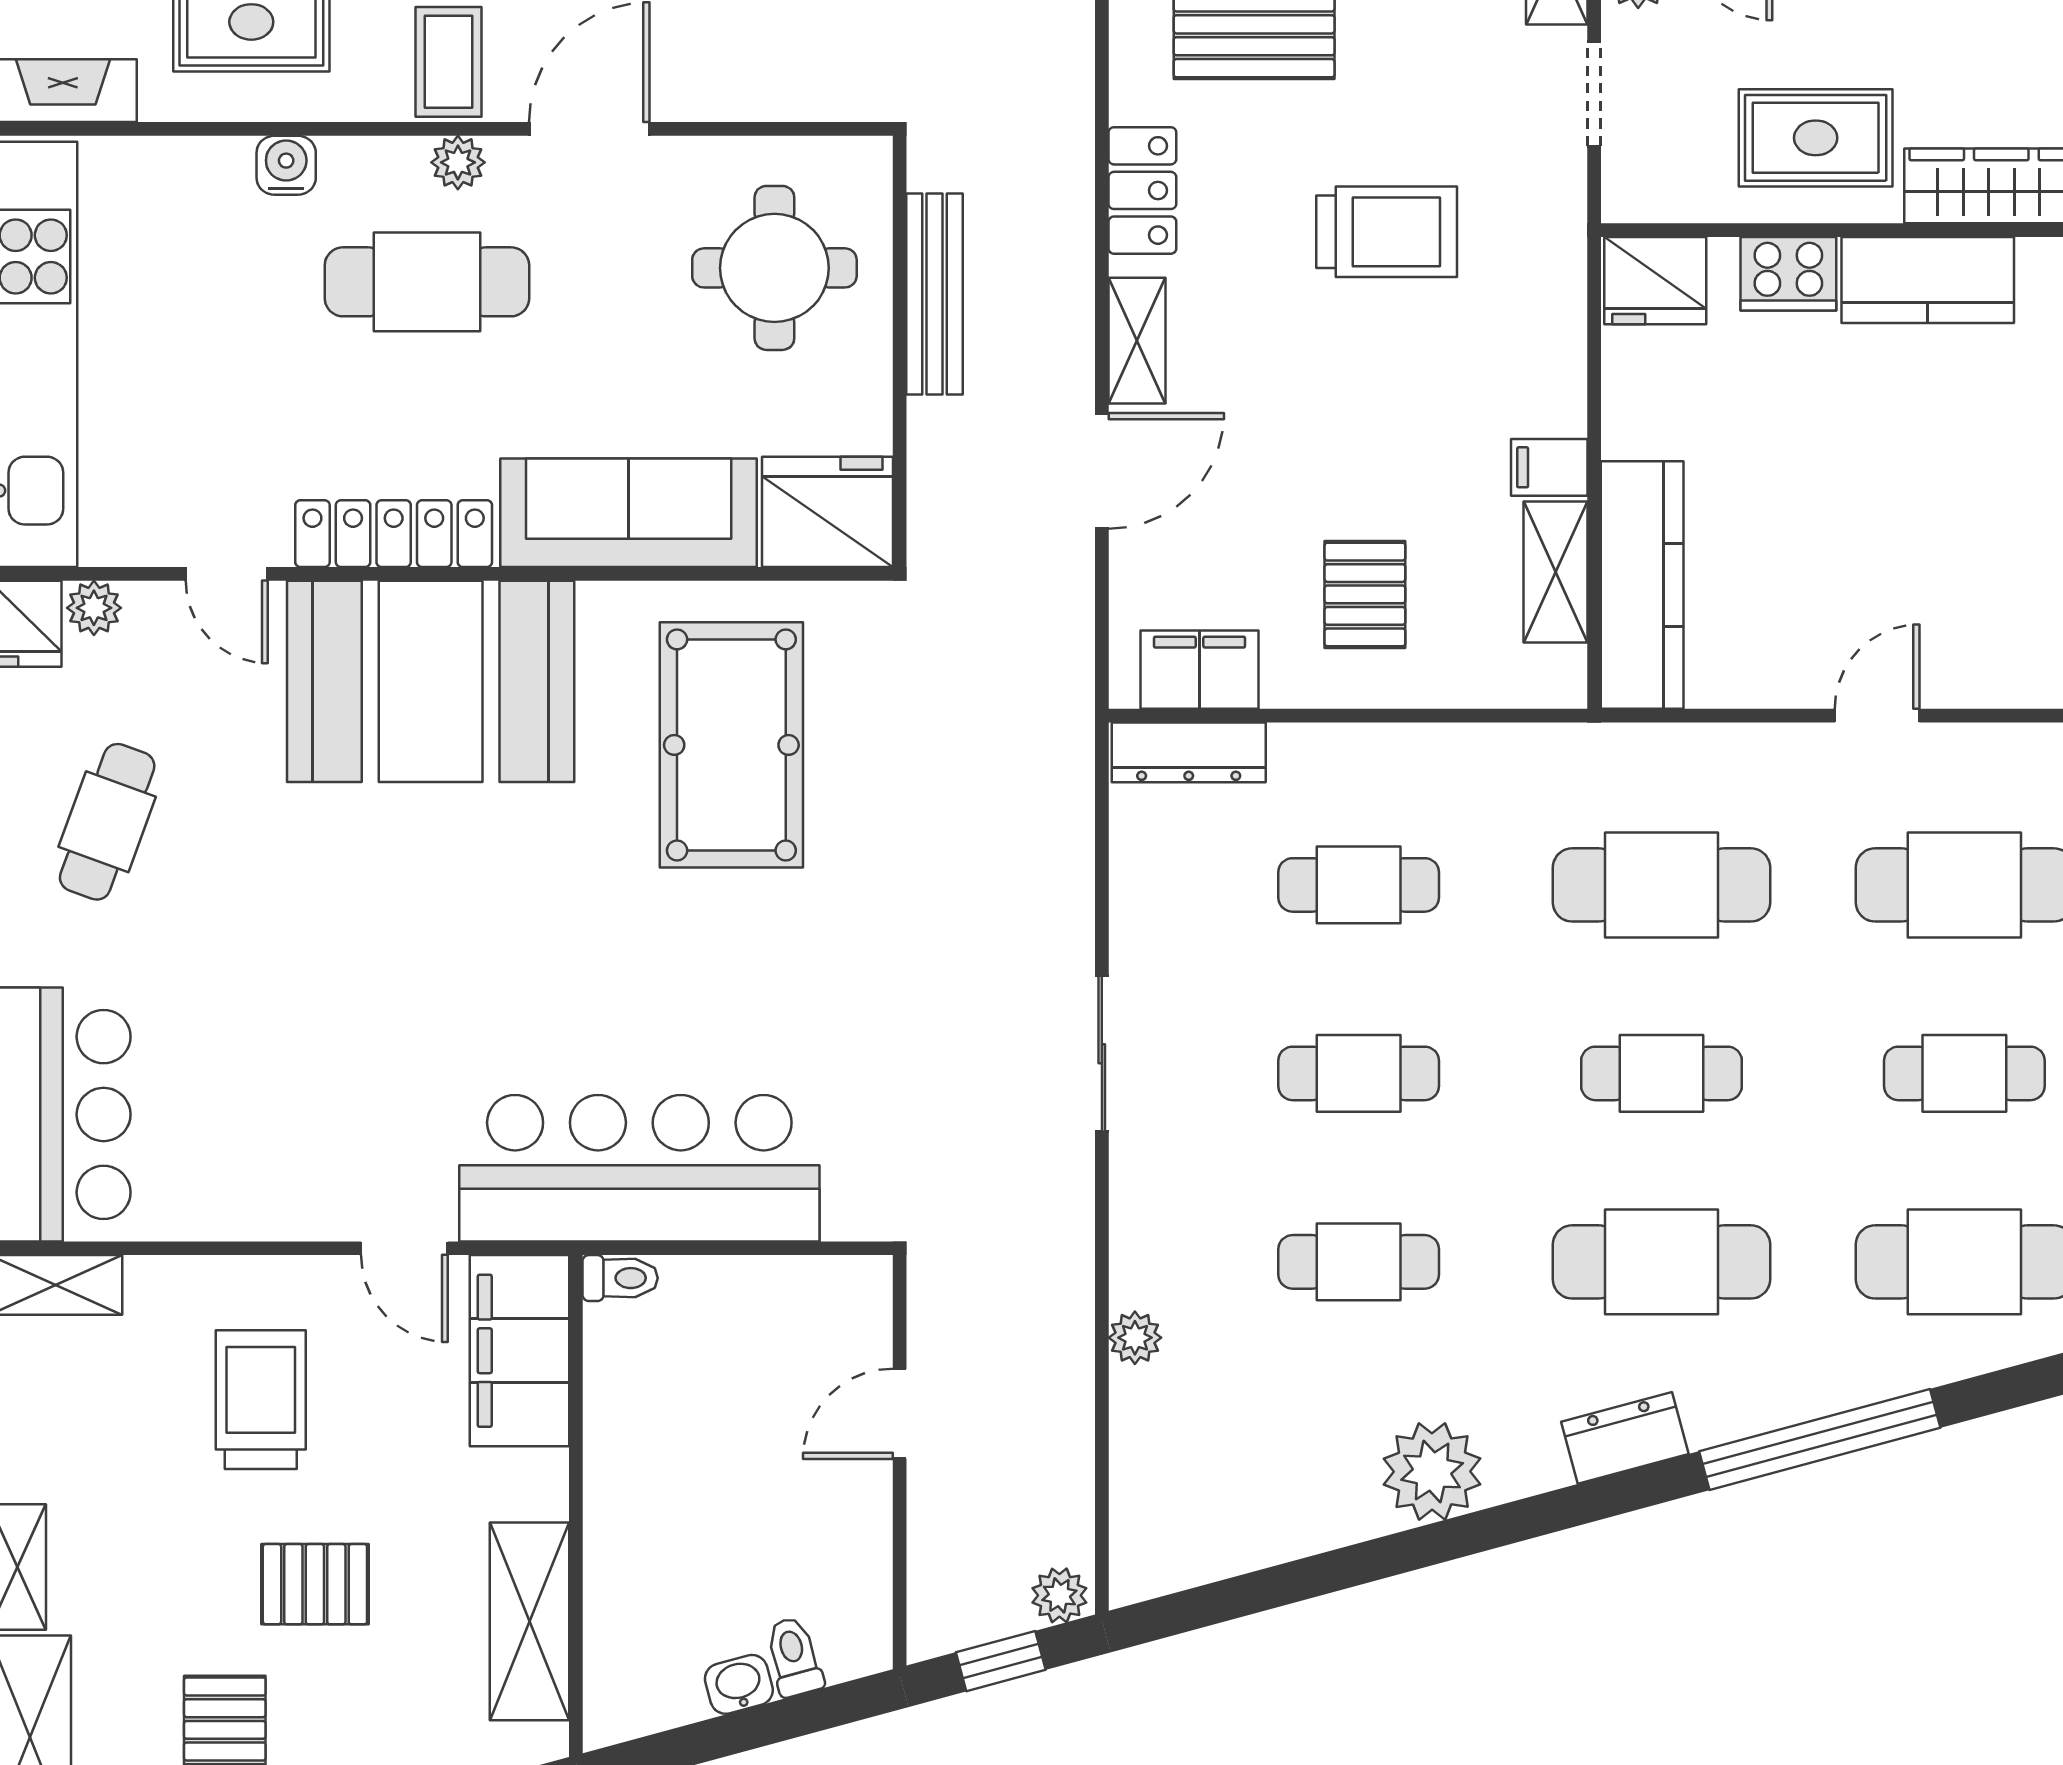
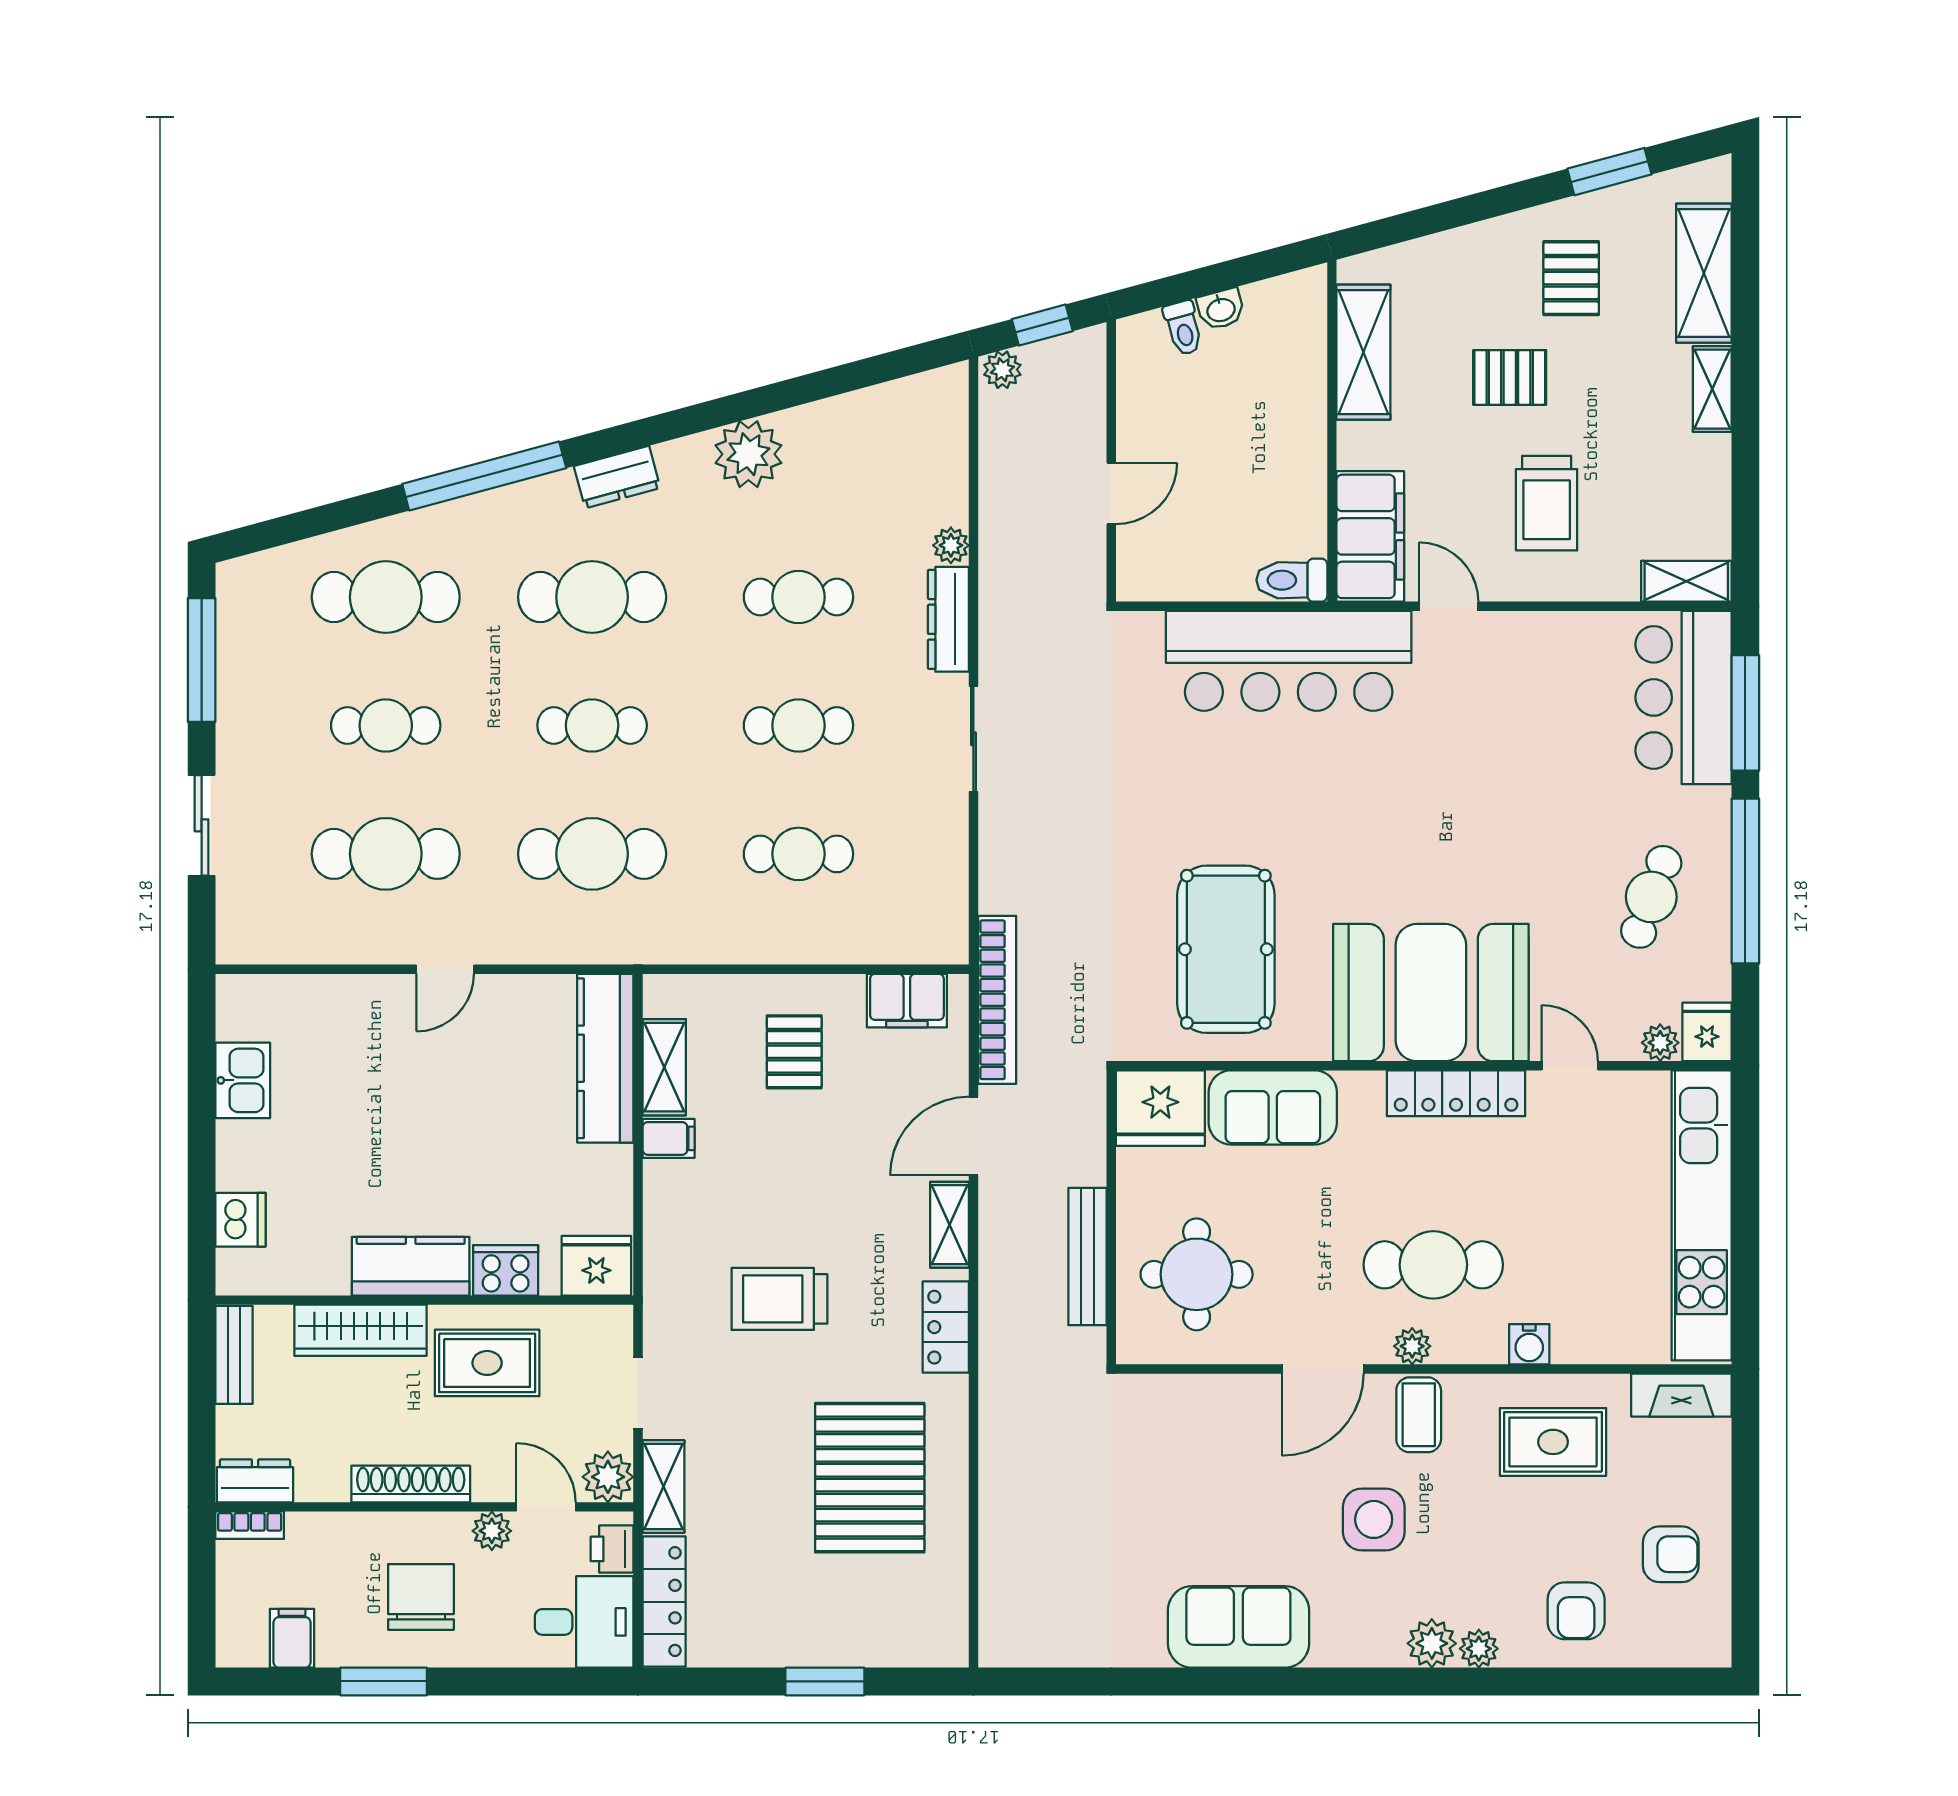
sofa: (629, 513) -> (1273, 1107), width x0.73
bookcase: (1067, 671) -> (997, 1000), added
dresser: (1189, 752) -> (948, 619), moved, turned -90
toilet: (620, 1278) -> (1292, 580), width x1.37, depth x1.39

